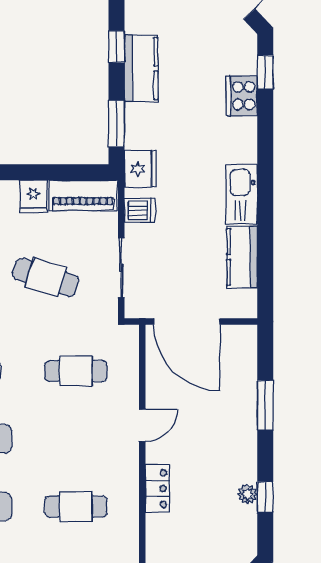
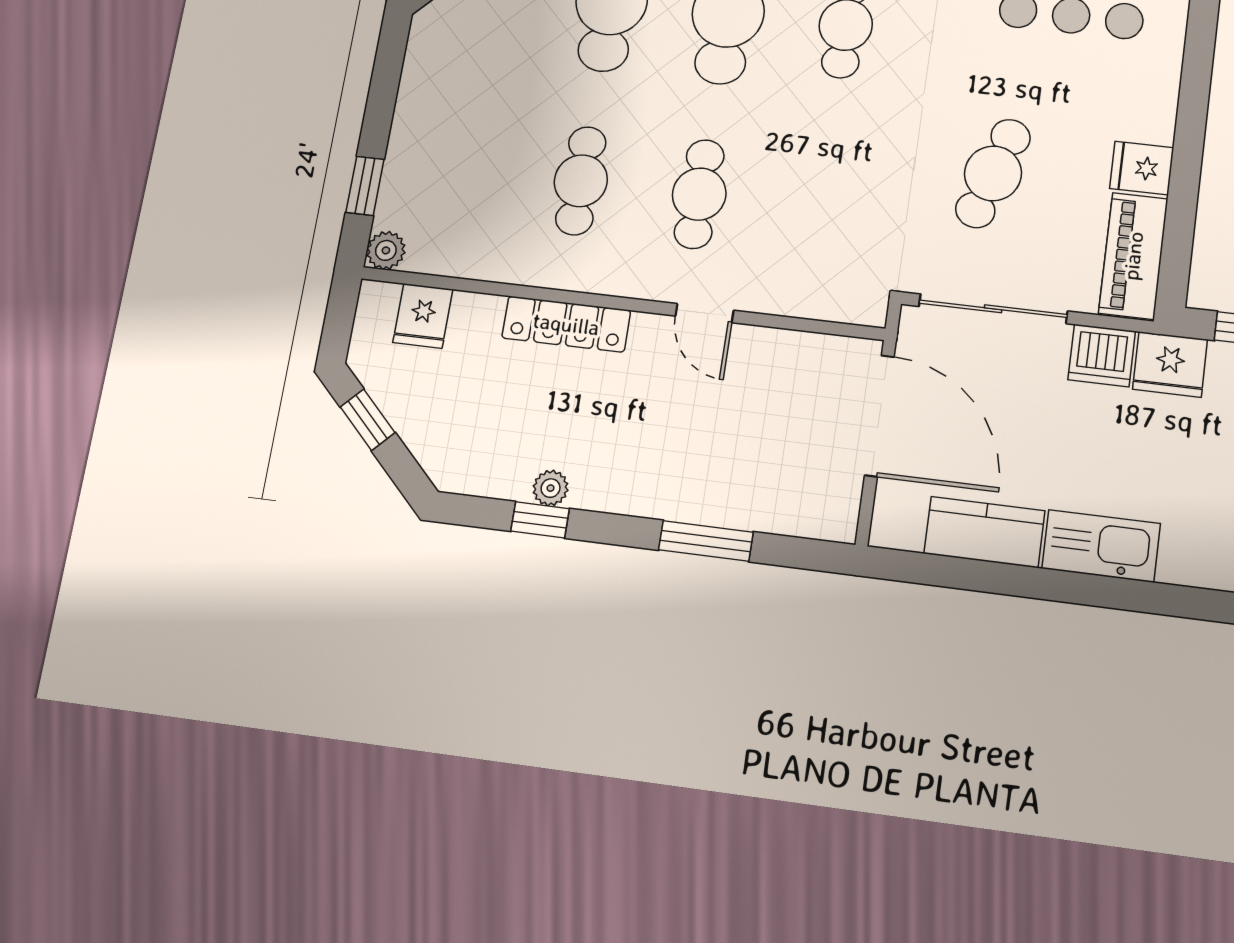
dishwasher: (140, 211) -> (1102, 355), width x1.38
sliding door: (121, 268) -> (993, 309), width x1.37
door: (187, 322) -> (879, 416), swing flipped
cafe table: (76, 371) -> (699, 194), moved
locker: (157, 489) -> (566, 324), width x1.53

